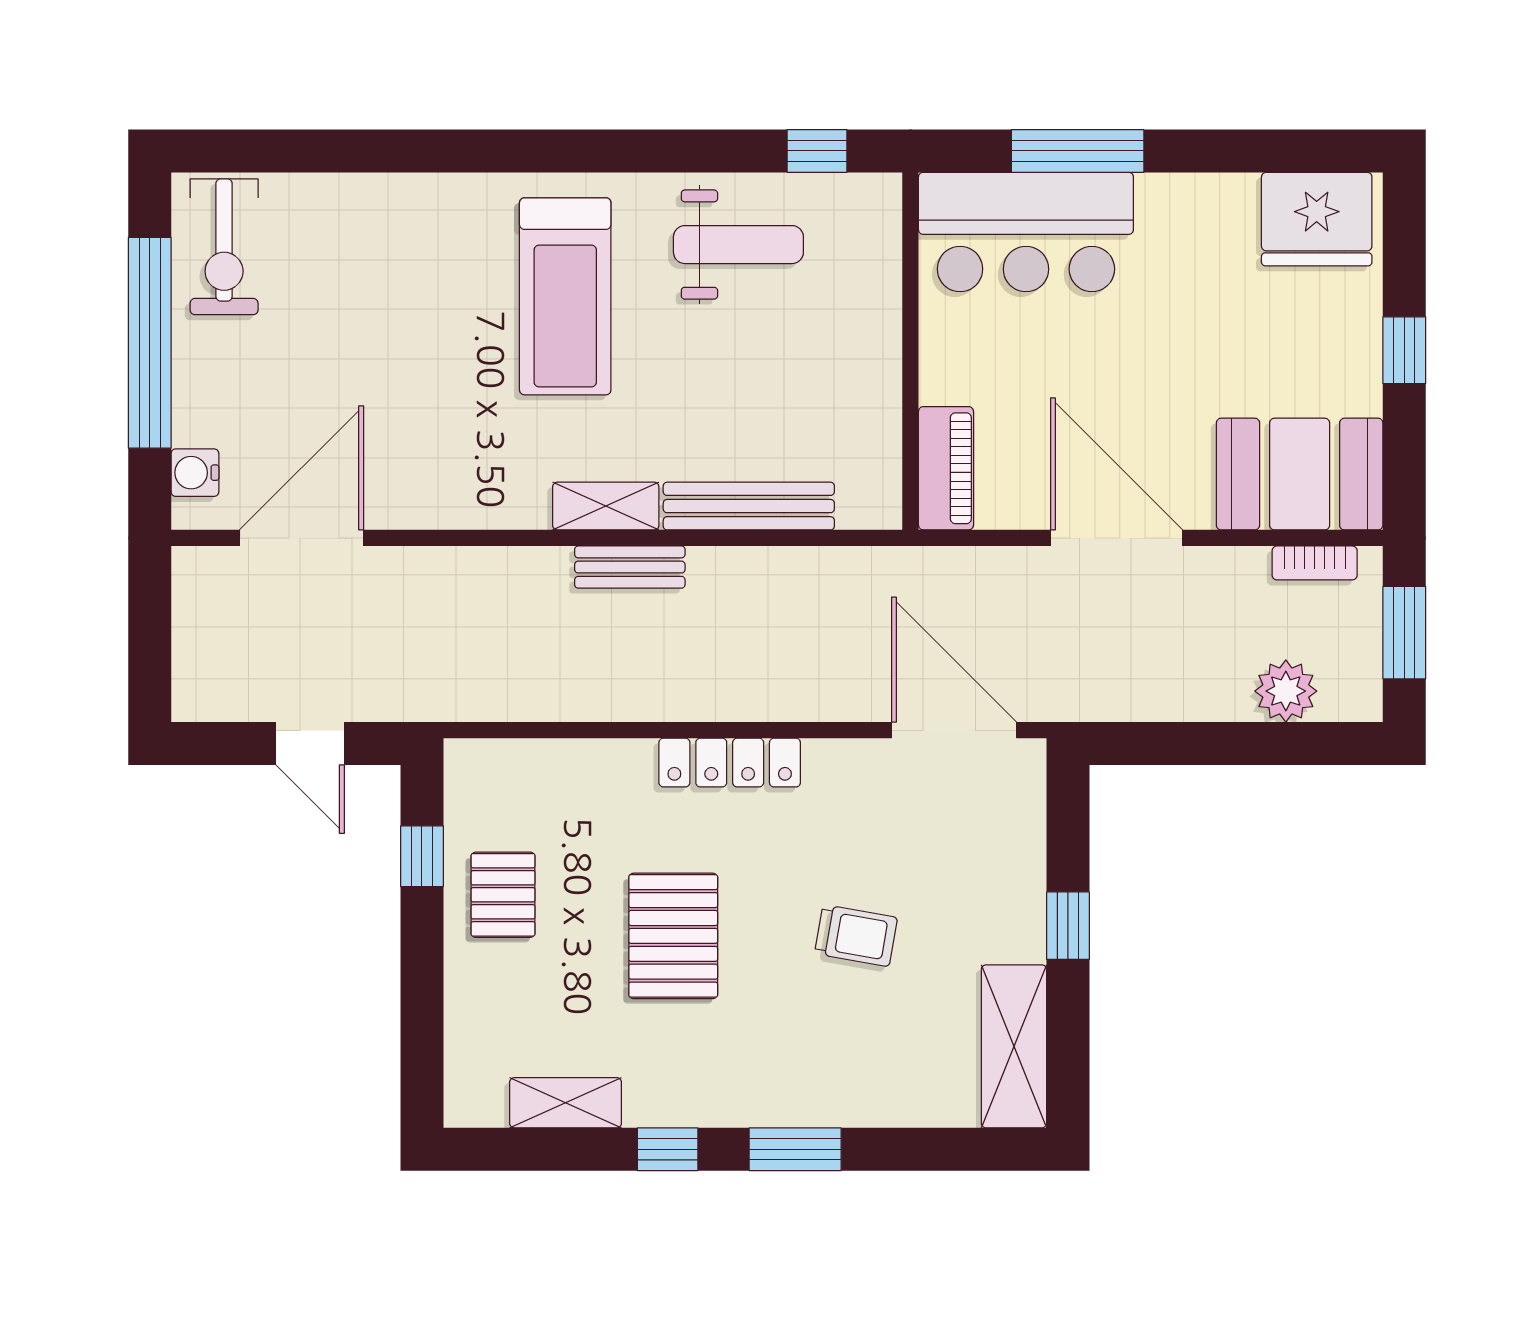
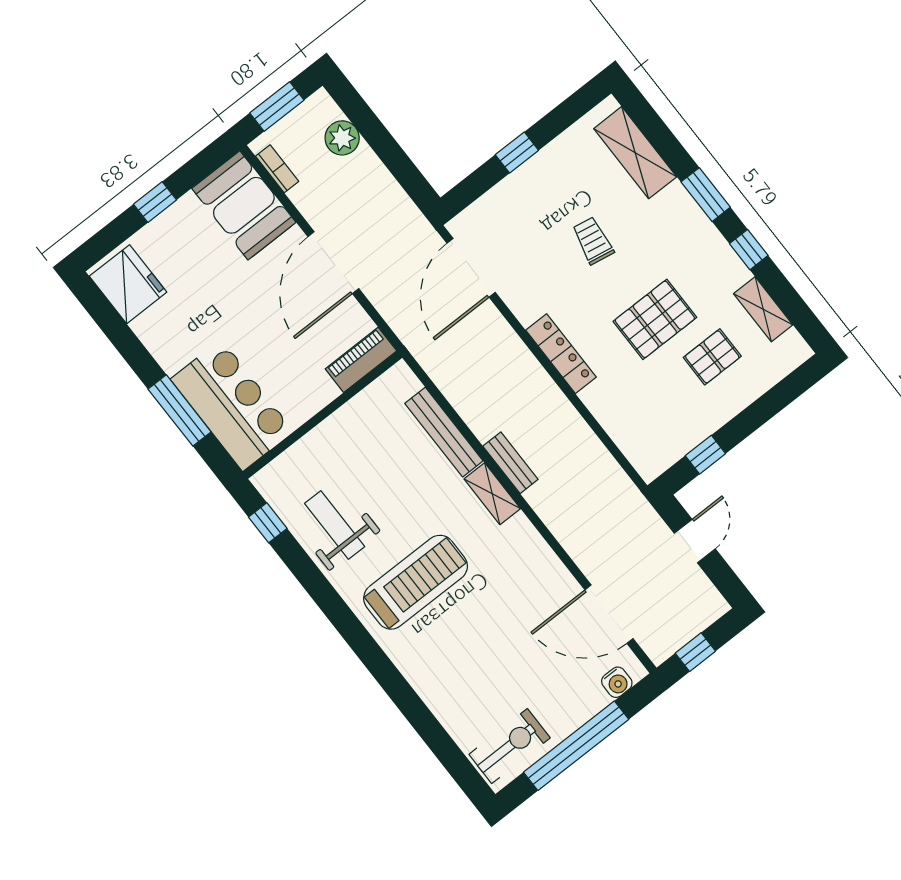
window: (150, 619) -> (695, 652), added
pallet: (503, 895) -> (712, 357), moved
shelving: (1014, 1046) -> (635, 153), moved, turned 90

